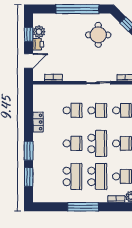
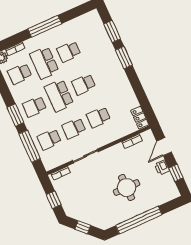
plant: (39, 32) -> (167, 180), removed
round table: (98, 35) -> (127, 188), moved
locker: (38, 122) -> (140, 118), moved
school desk: (72, 176) -> (69, 52), width x0.54

